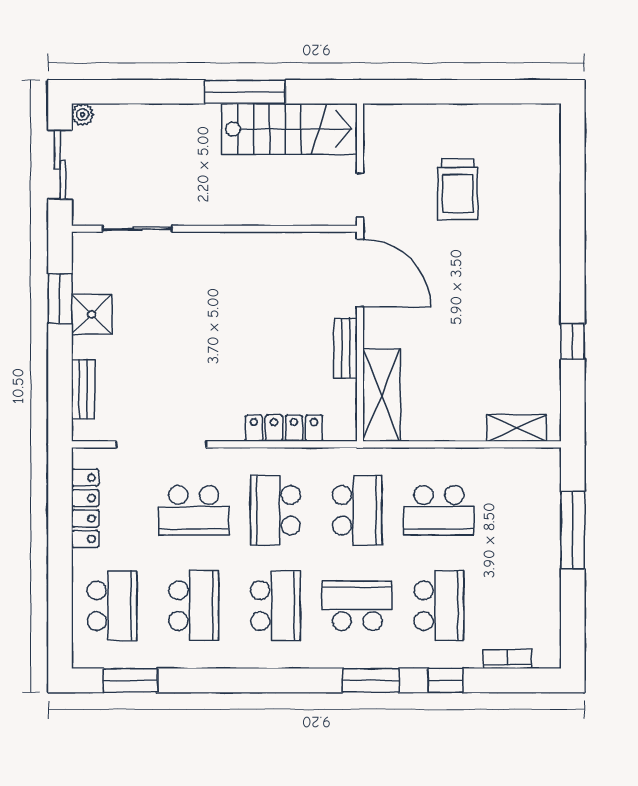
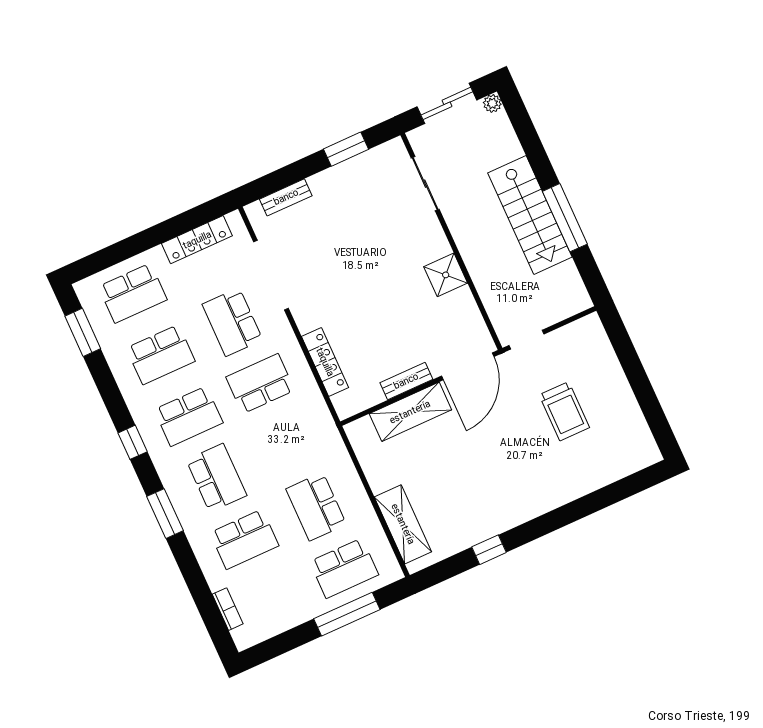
stairs: (290, 129) -> (530, 215), moved
trolley: (458, 189) -> (564, 411), turned -90
shower: (92, 314) -> (446, 275), moved
shelving: (381, 395) -> (410, 412), moved
shelving: (517, 428) -> (403, 524), width x1.50, depth x1.33
school desk: (357, 510) -> (344, 568), moved
window: (446, 680) -> (133, 442), moved

